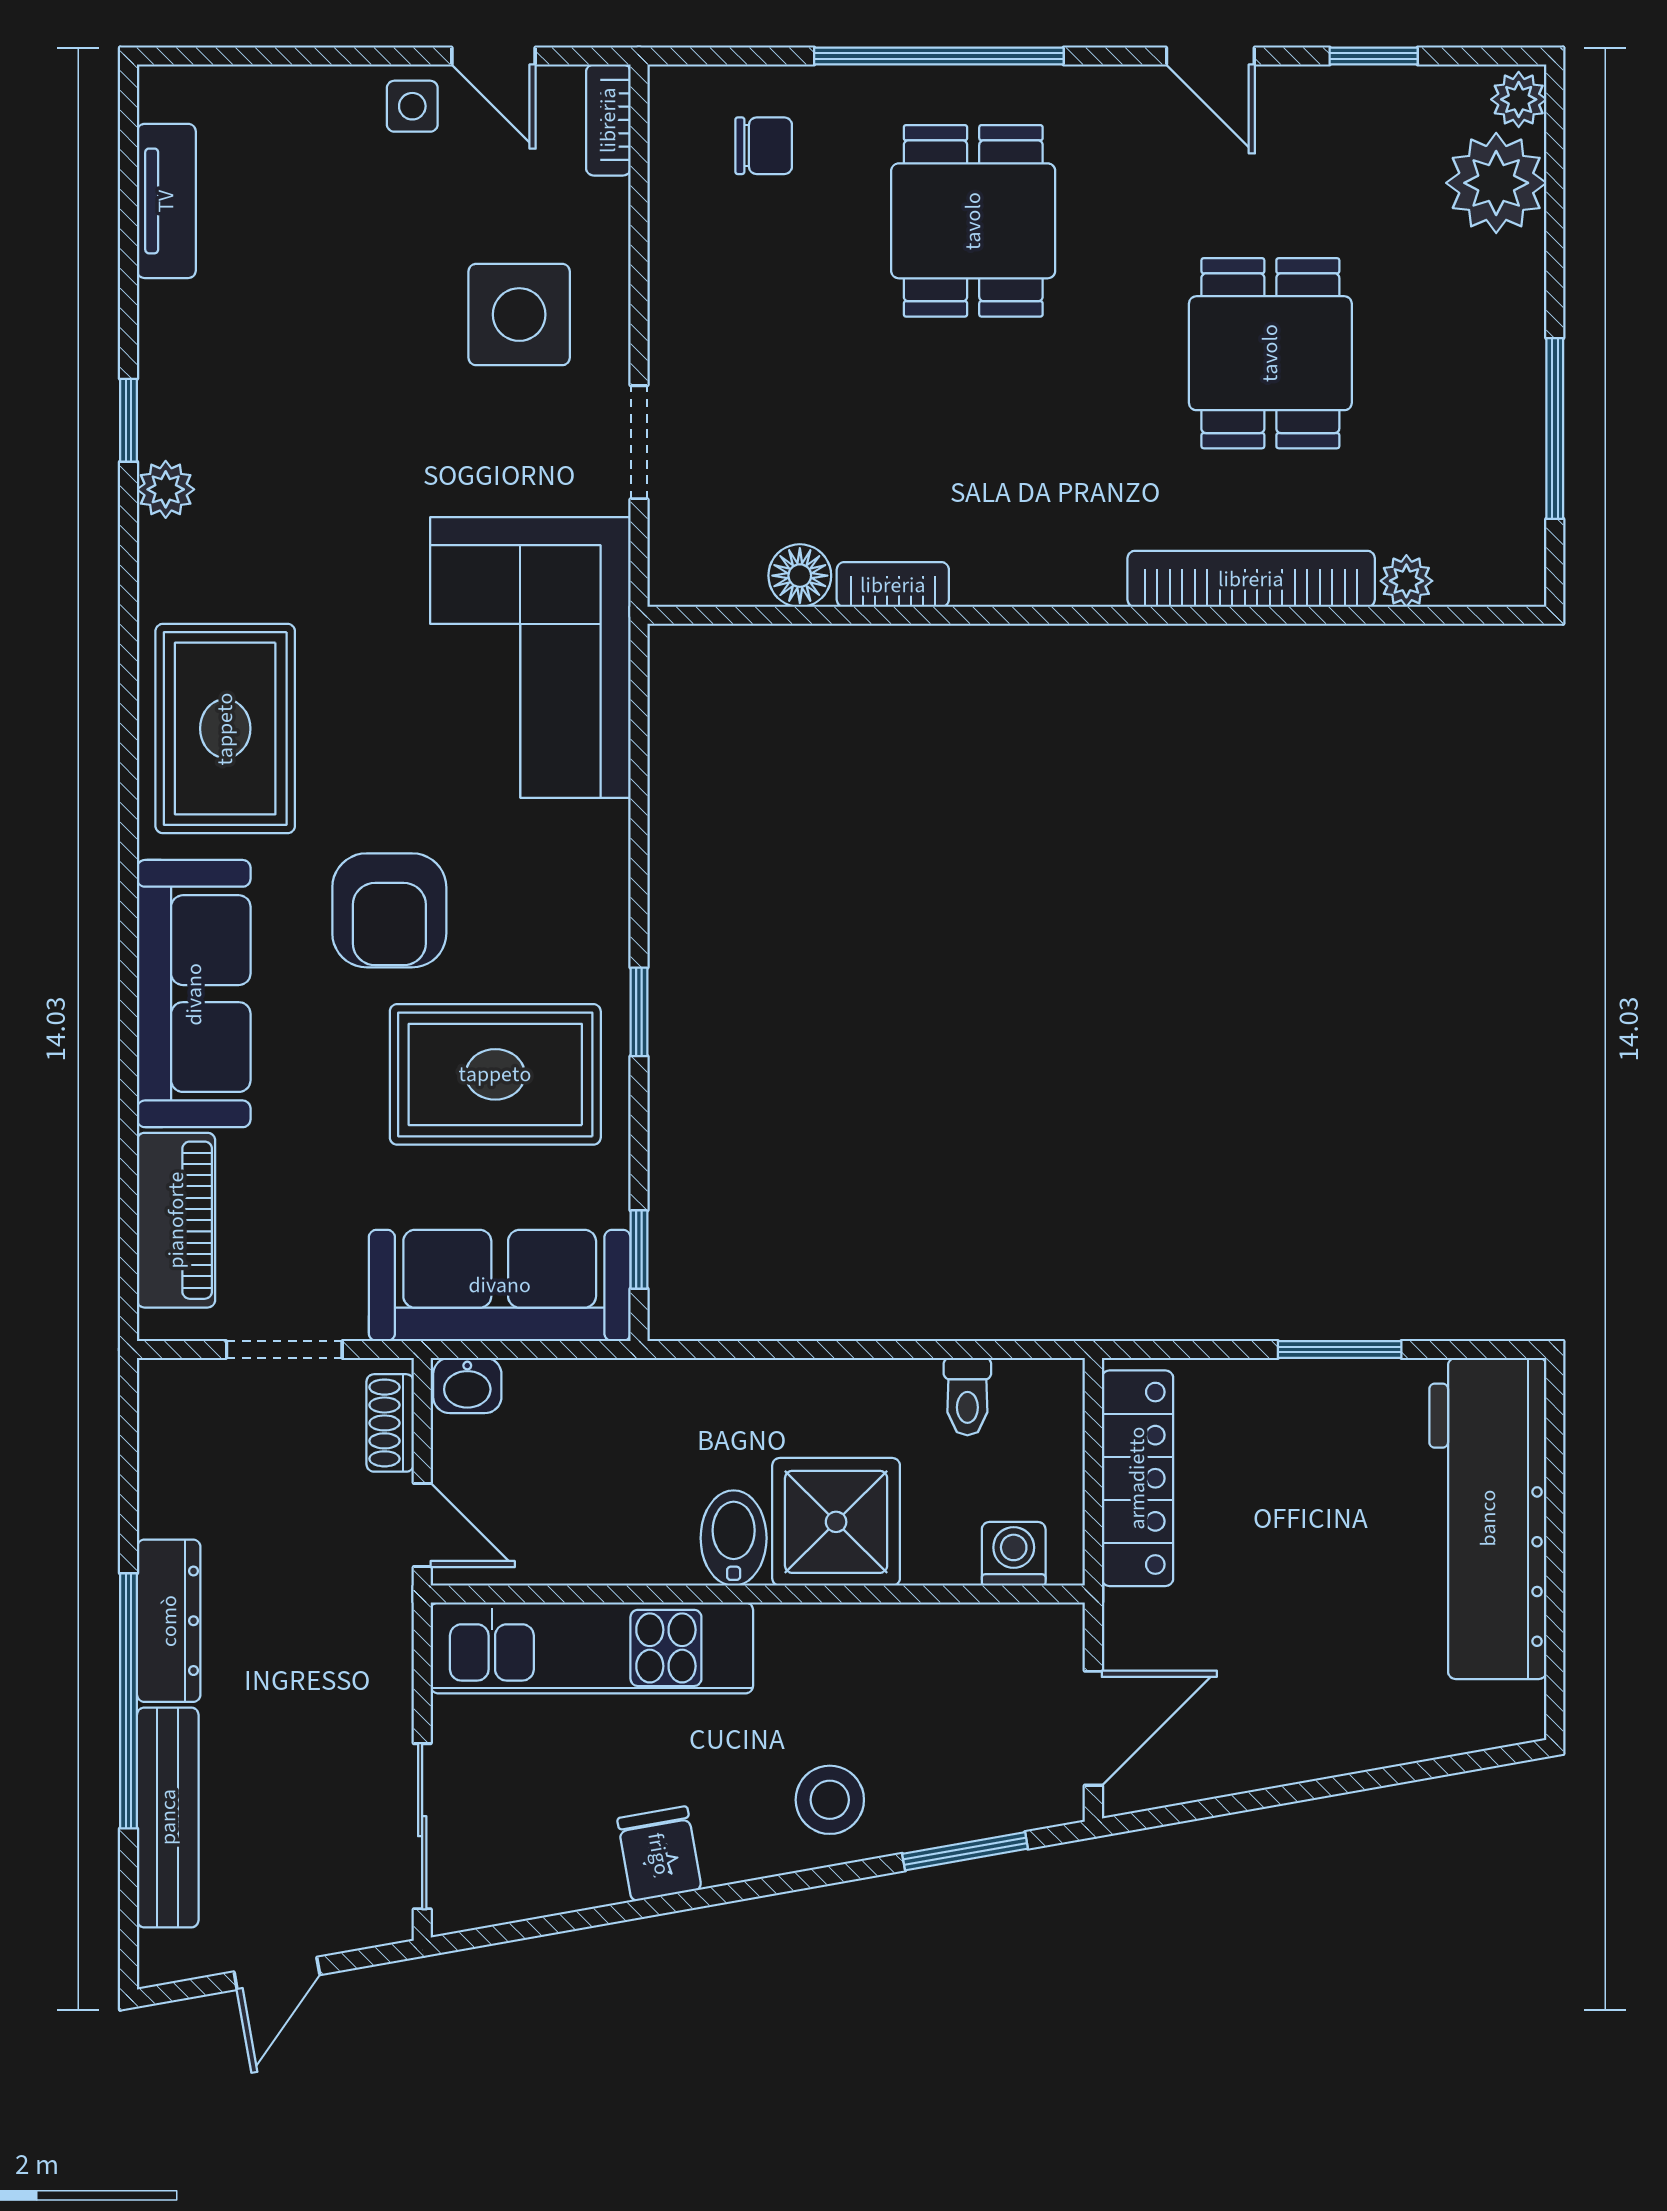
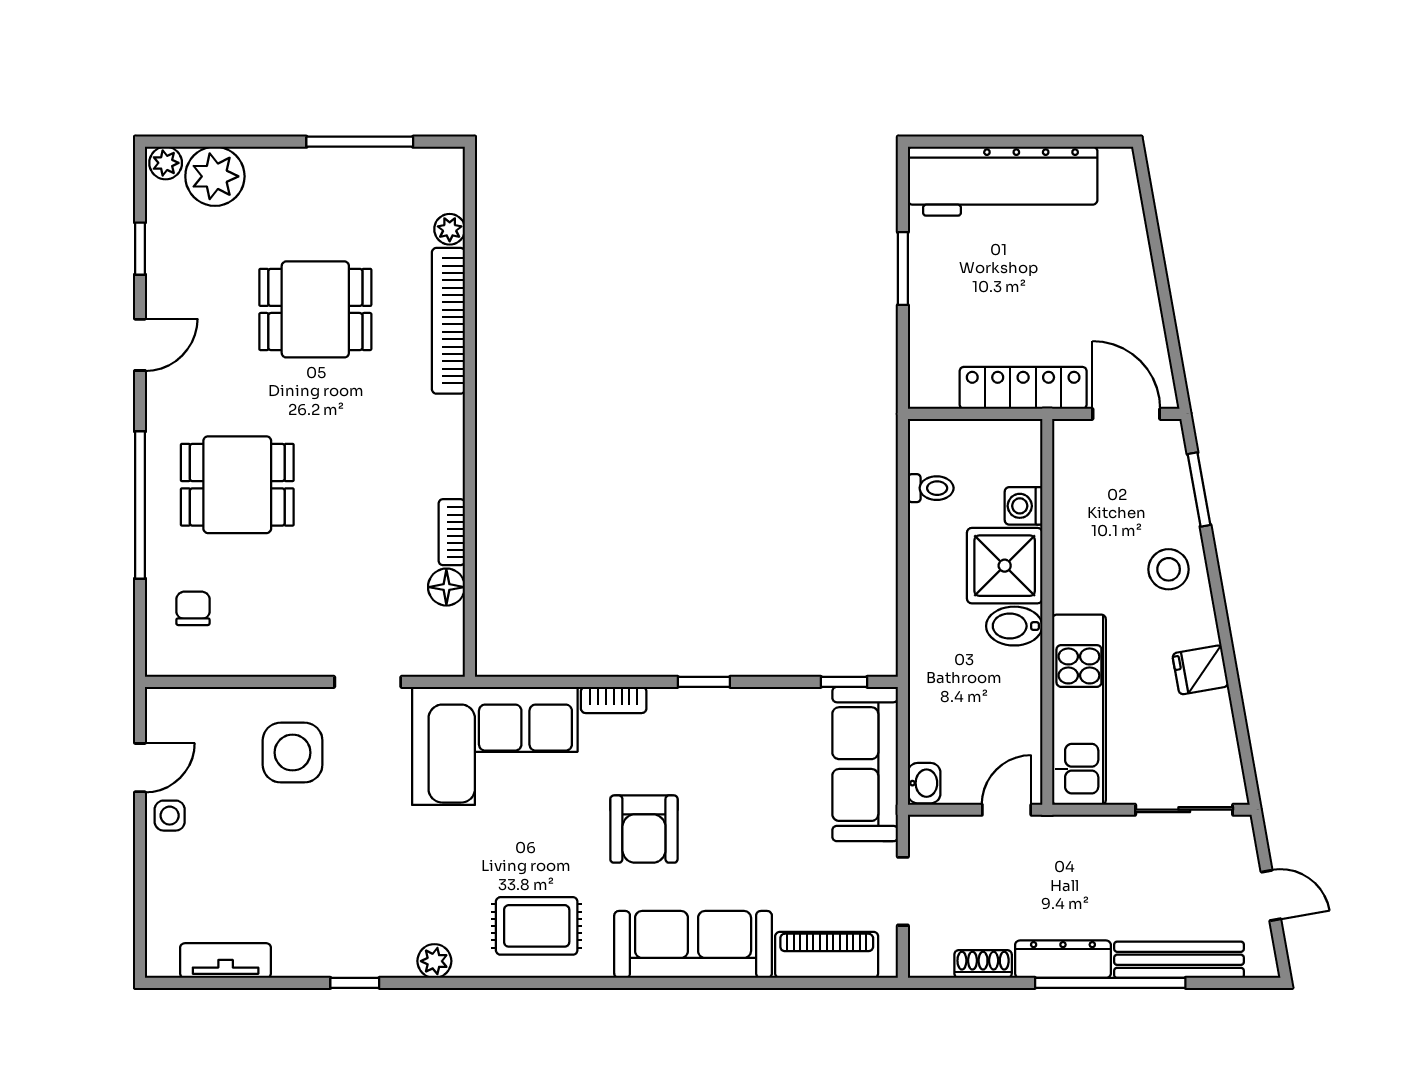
bookcase: (608, 120) -> (614, 700), moved
plant: (166, 489) -> (434, 961), moved
rug: (225, 729) -> (537, 926), width x0.73, depth x0.70
armchair: (389, 910) -> (644, 829), turned 90
rug: (495, 1074) -> (741, 767), removed
shoe rack: (390, 1423) -> (983, 964), moved, turned 180
locker: (1137, 1478) -> (1023, 388), moved
washing machine: (1014, 1554) -> (1023, 506), moved

